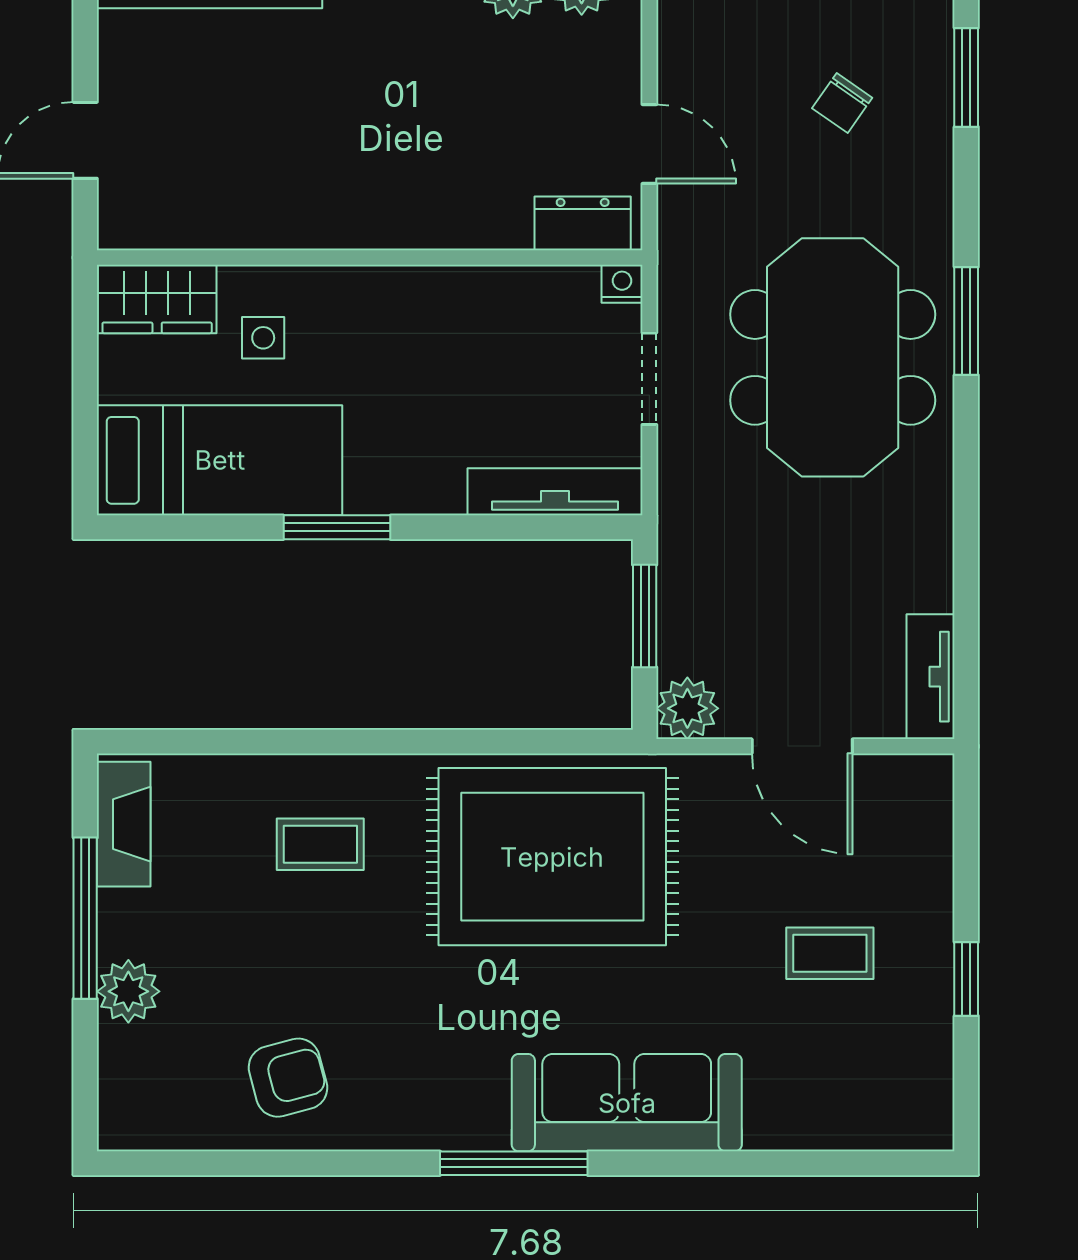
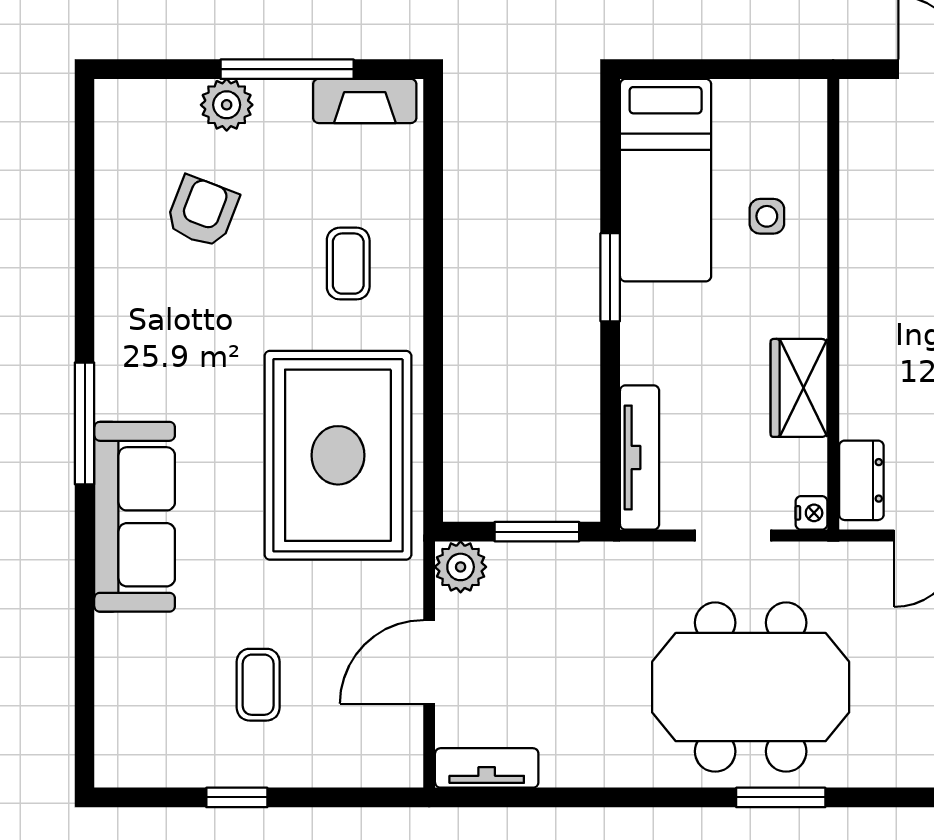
wardrobe: (157, 299) -> (799, 388), moved
armchair: (288, 1078) -> (202, 212), moved, turned -144

